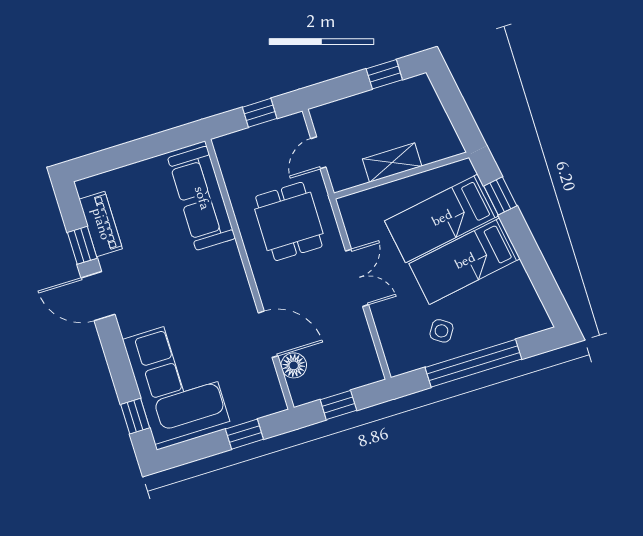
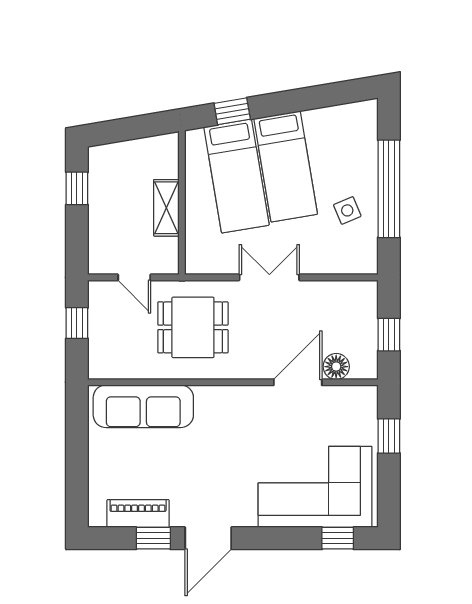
side table: (441, 331) -> (347, 210), turned 34

